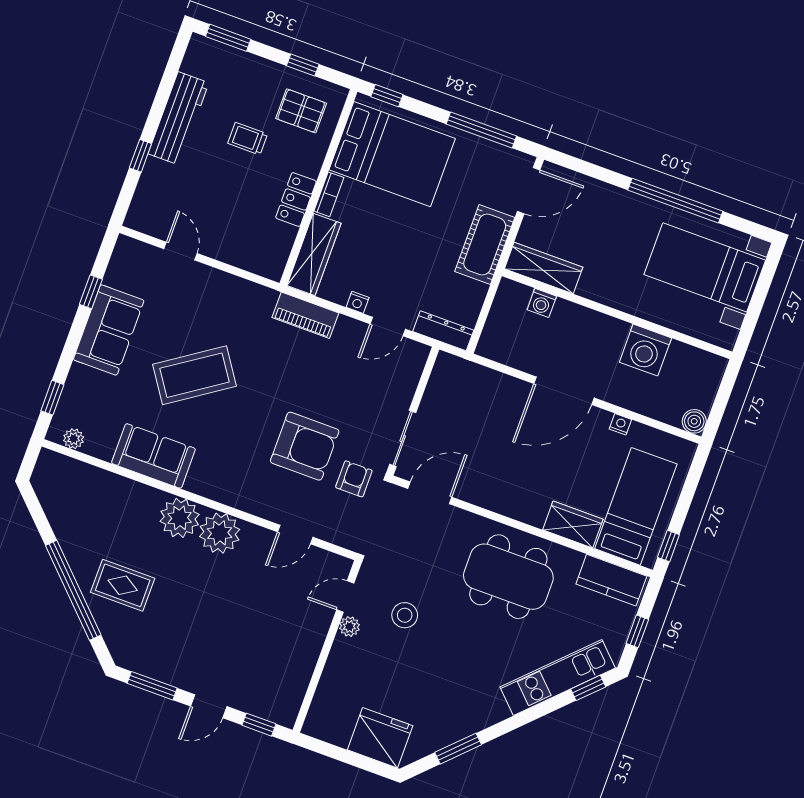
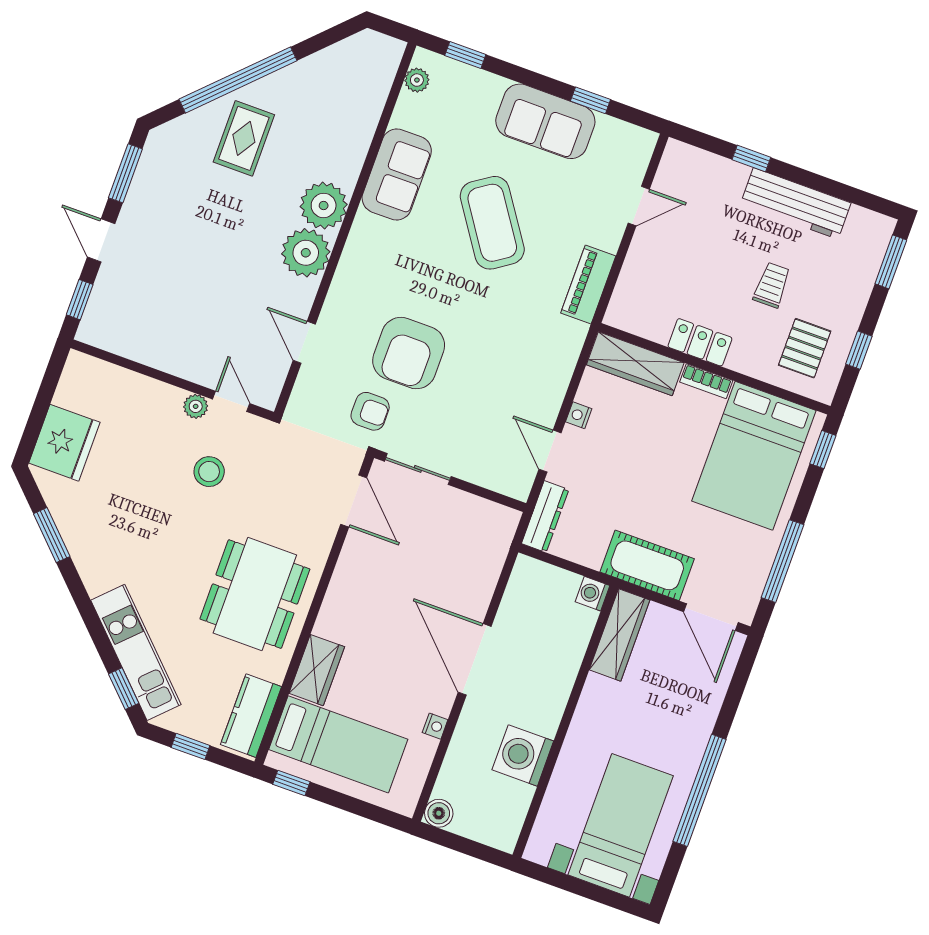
washing machine: (542, 303) -> (593, 594), moved
piano: (305, 315) -> (588, 285), moved

